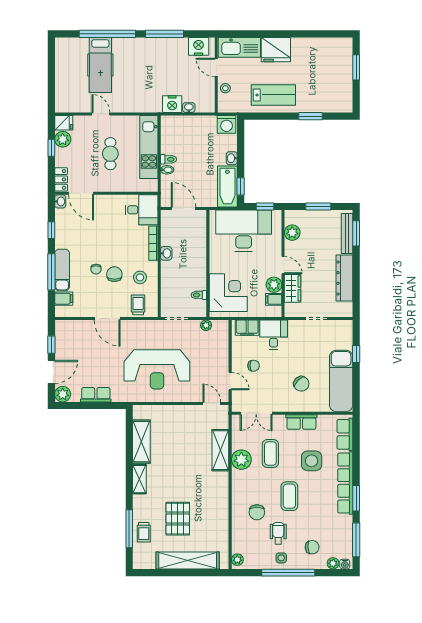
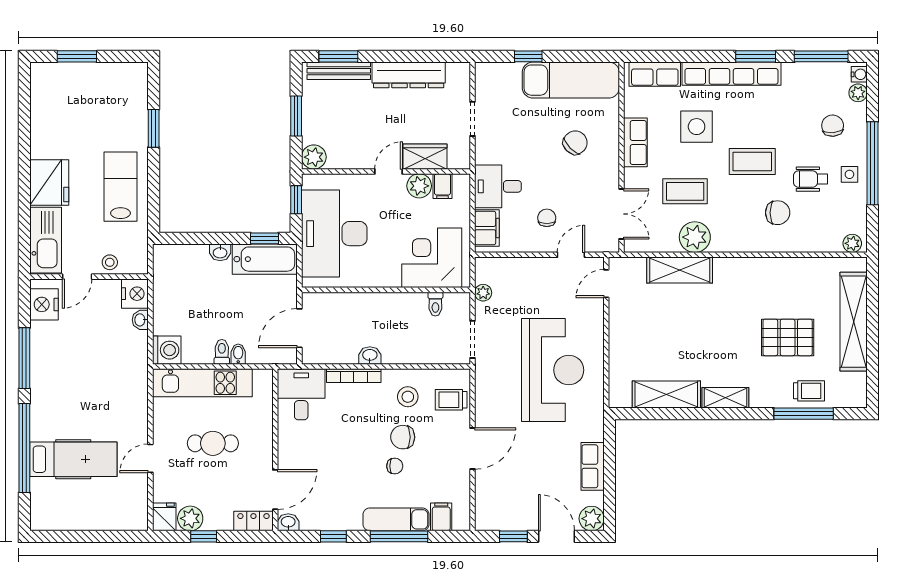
nightstand: (172, 104) -> (135, 294), moved
washing machine: (227, 124) -> (167, 350), moved
plant: (292, 233) -> (314, 157), moved

